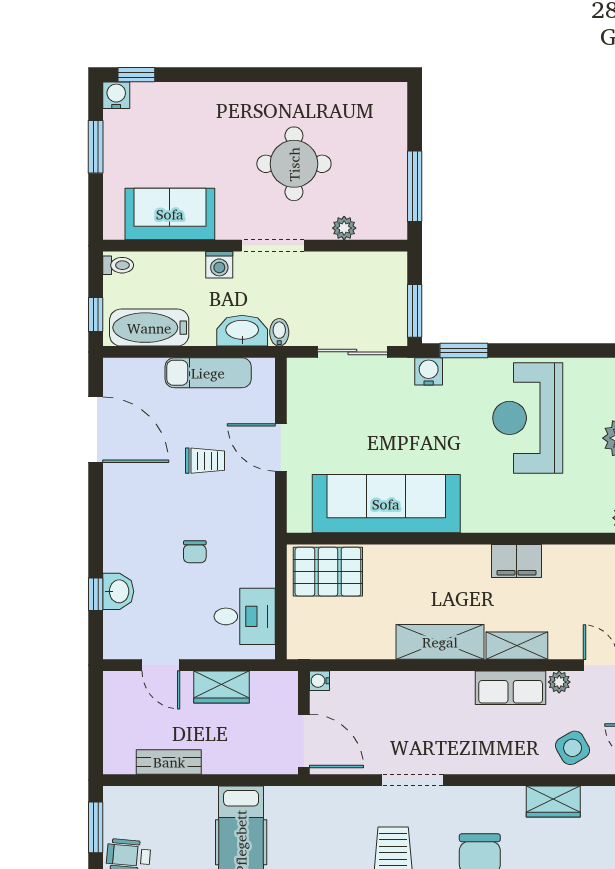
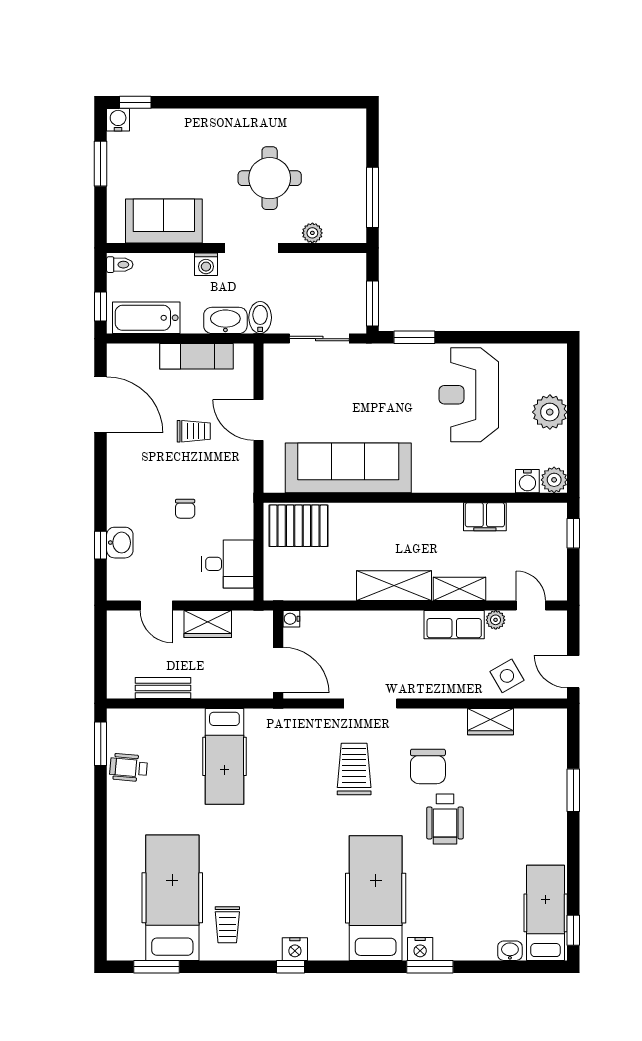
bidet: (279, 332) -> (260, 318), width x1.38, depth x1.36
water cooler: (429, 371) -> (527, 481), moved, turned 180
filing cabinet: (517, 561) -> (485, 517), moved

